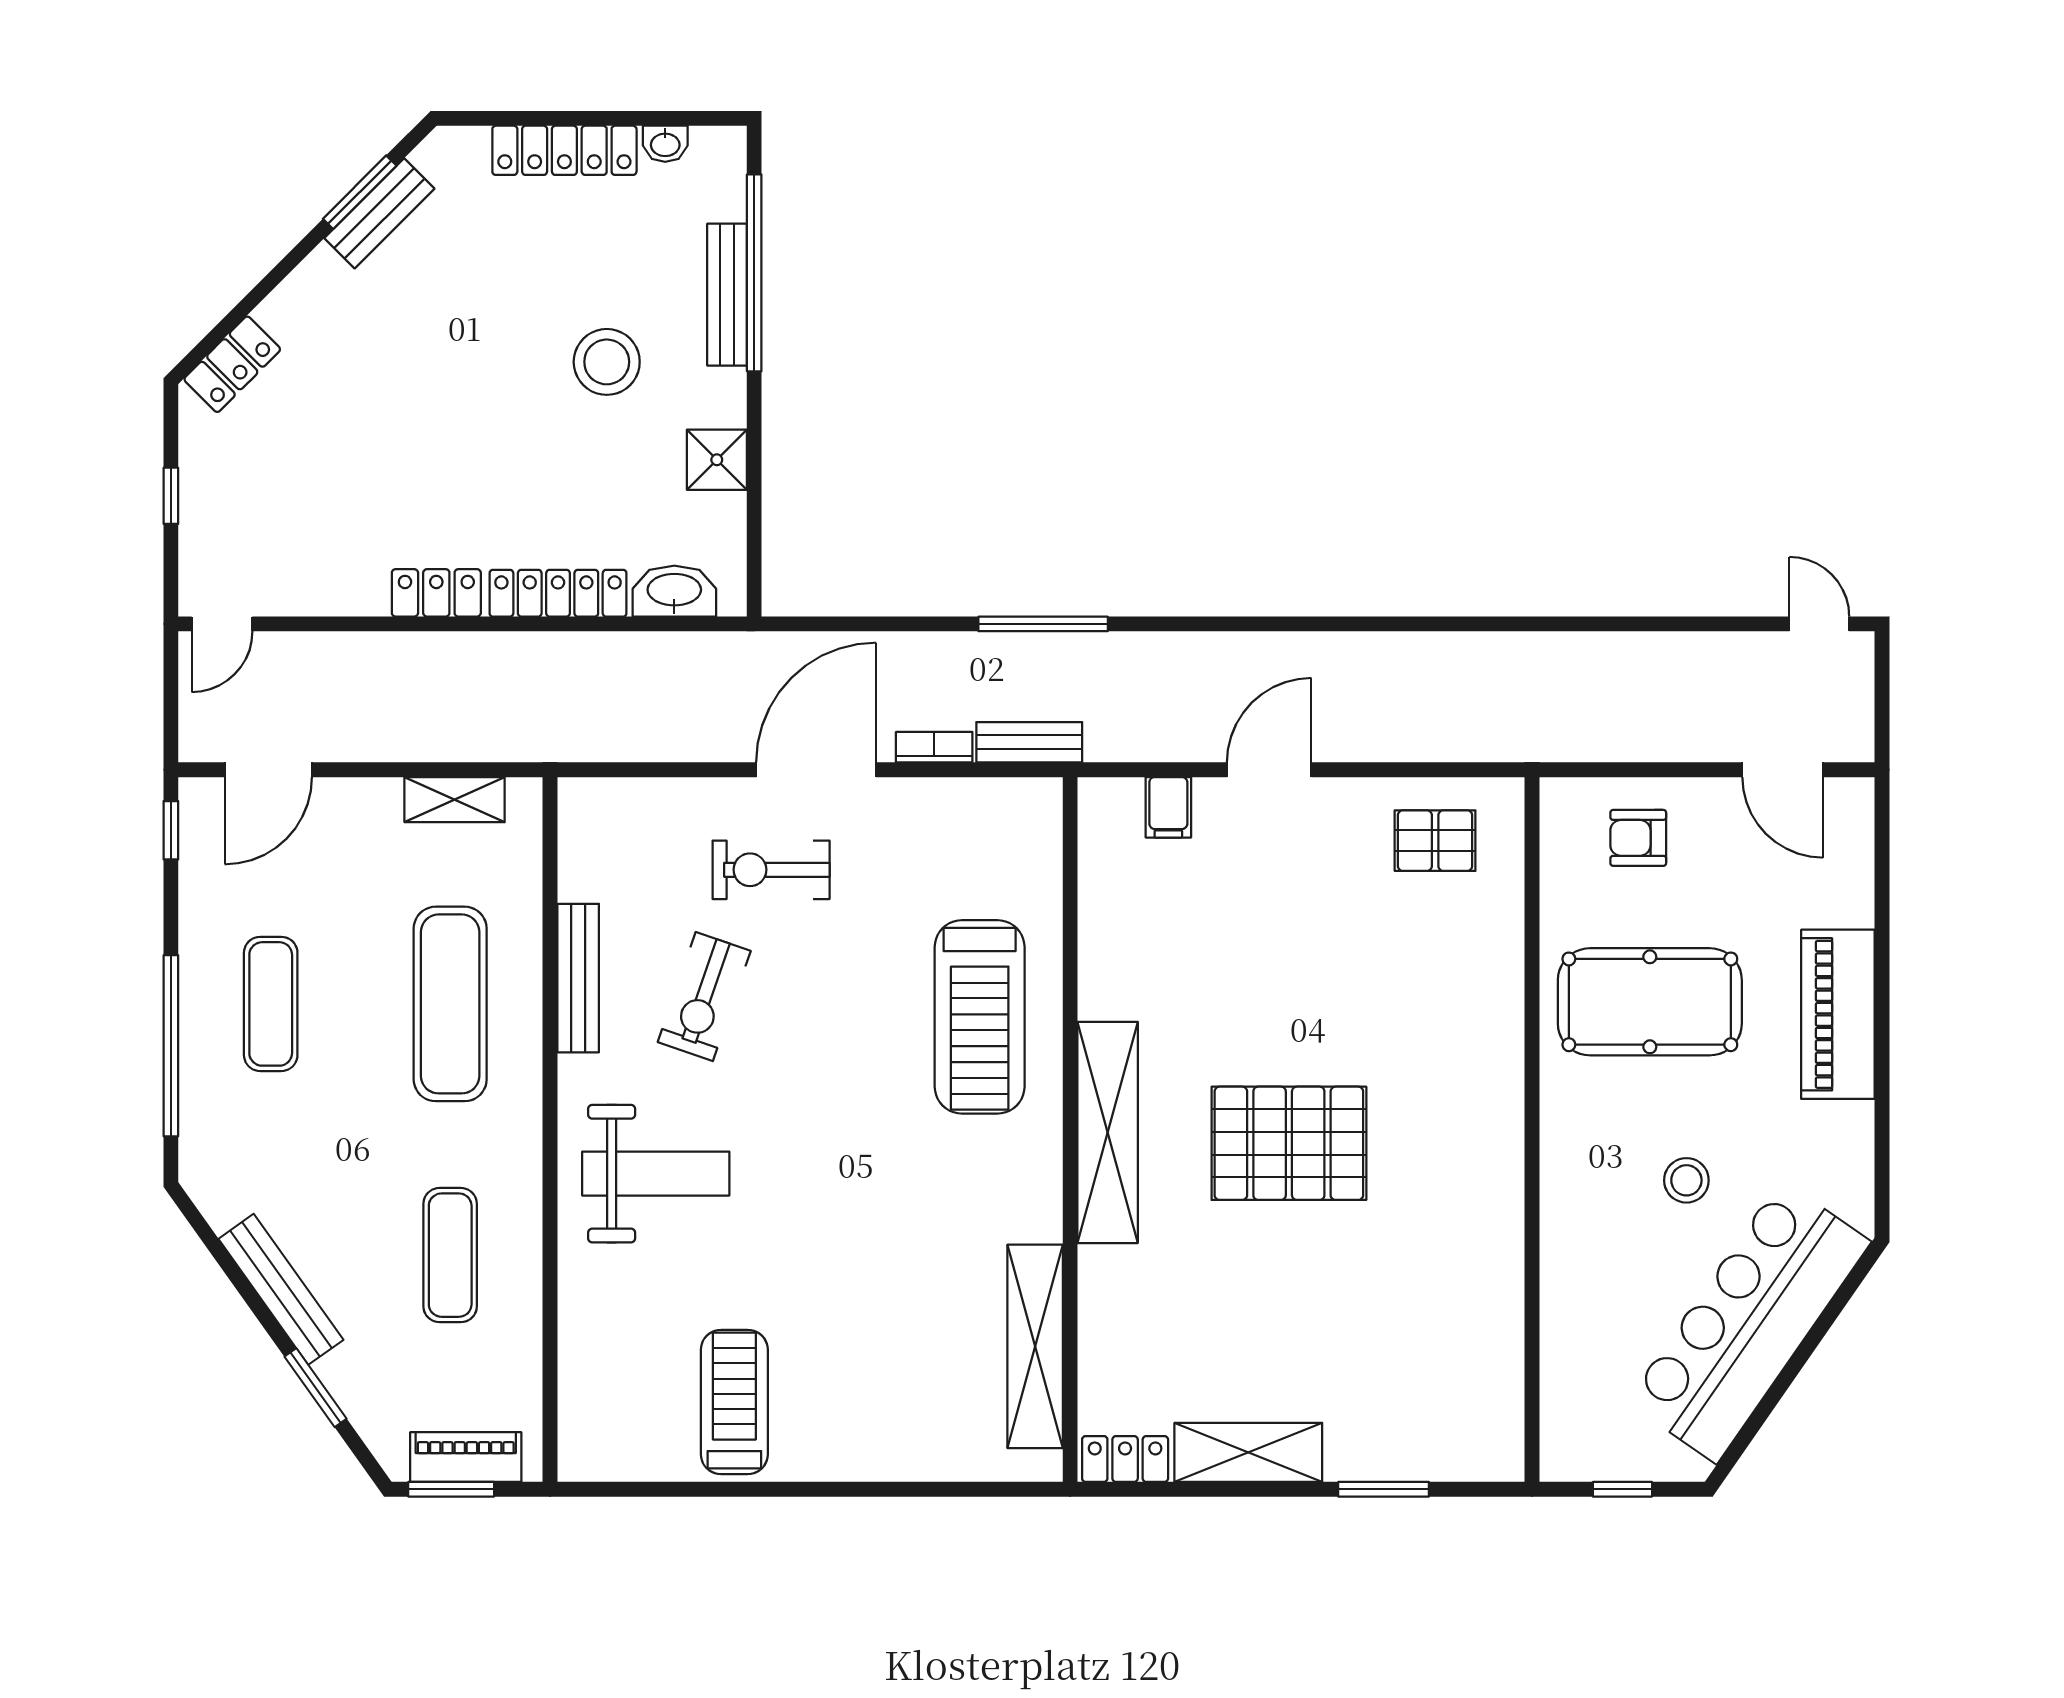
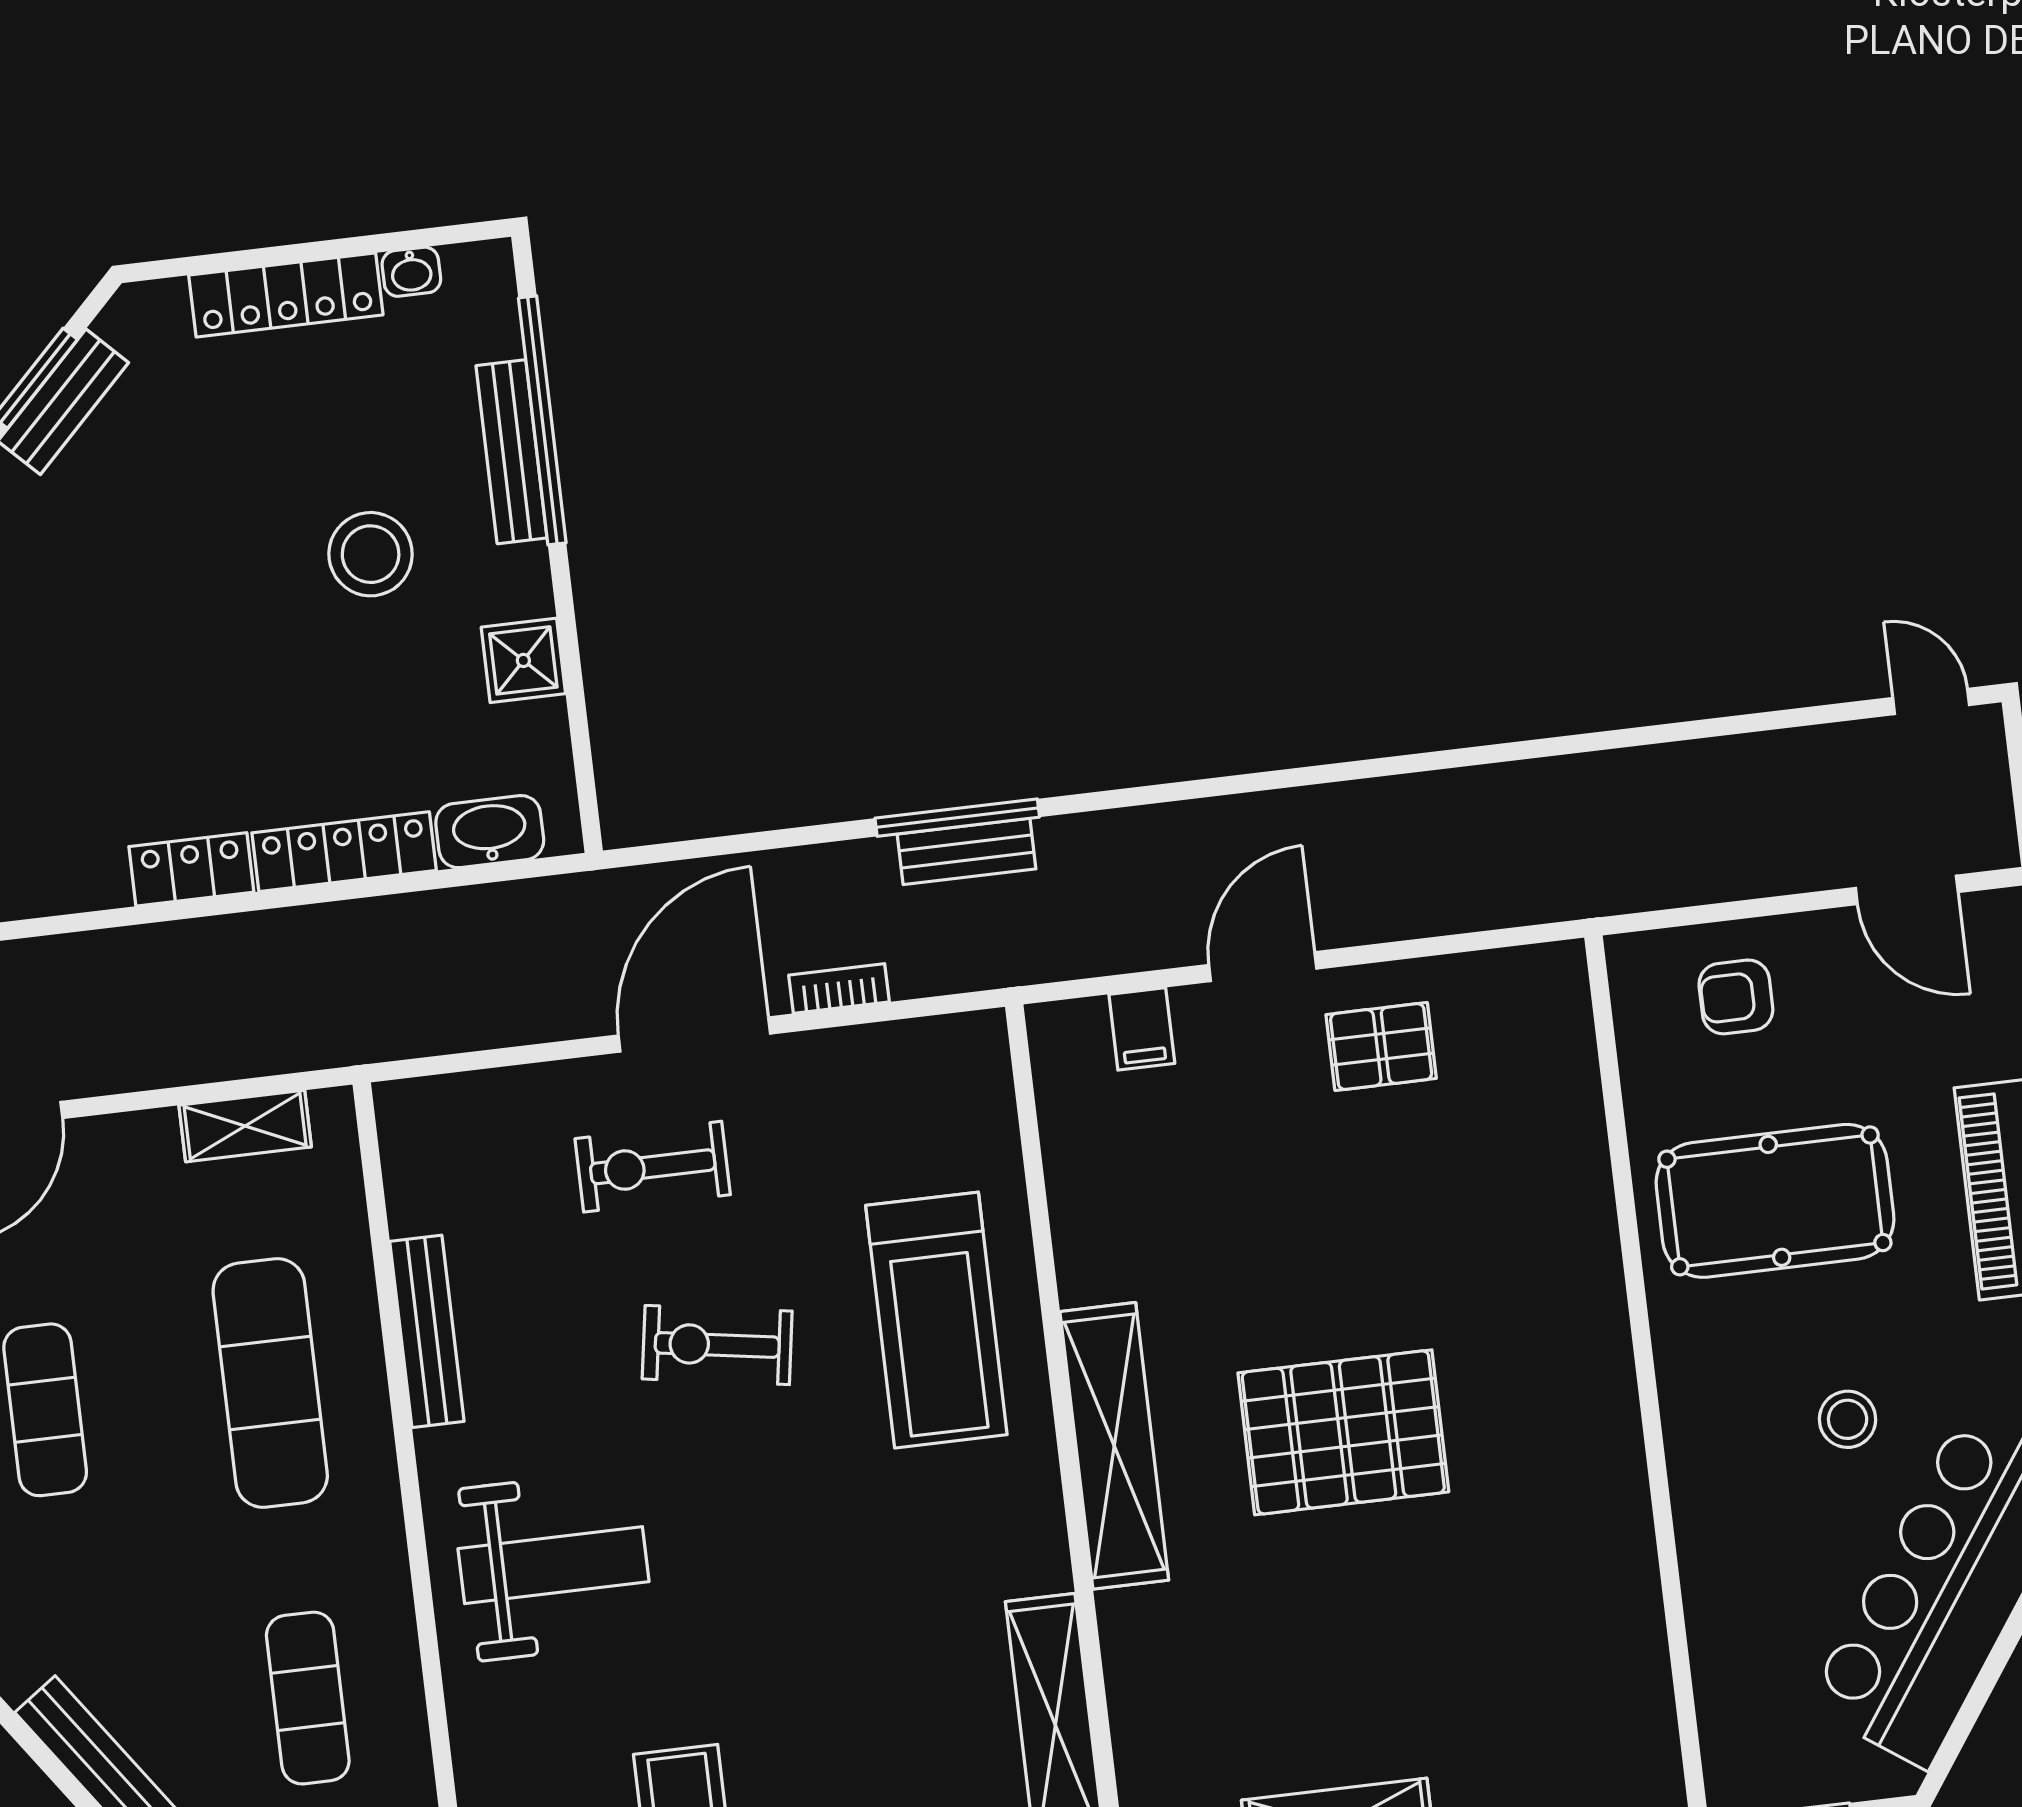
bench: (1029, 742) -> (967, 851), moved
pallet: (1435, 841) -> (1381, 1047), moved
exercise bike: (704, 997) -> (717, 1345), moved, turned 80

